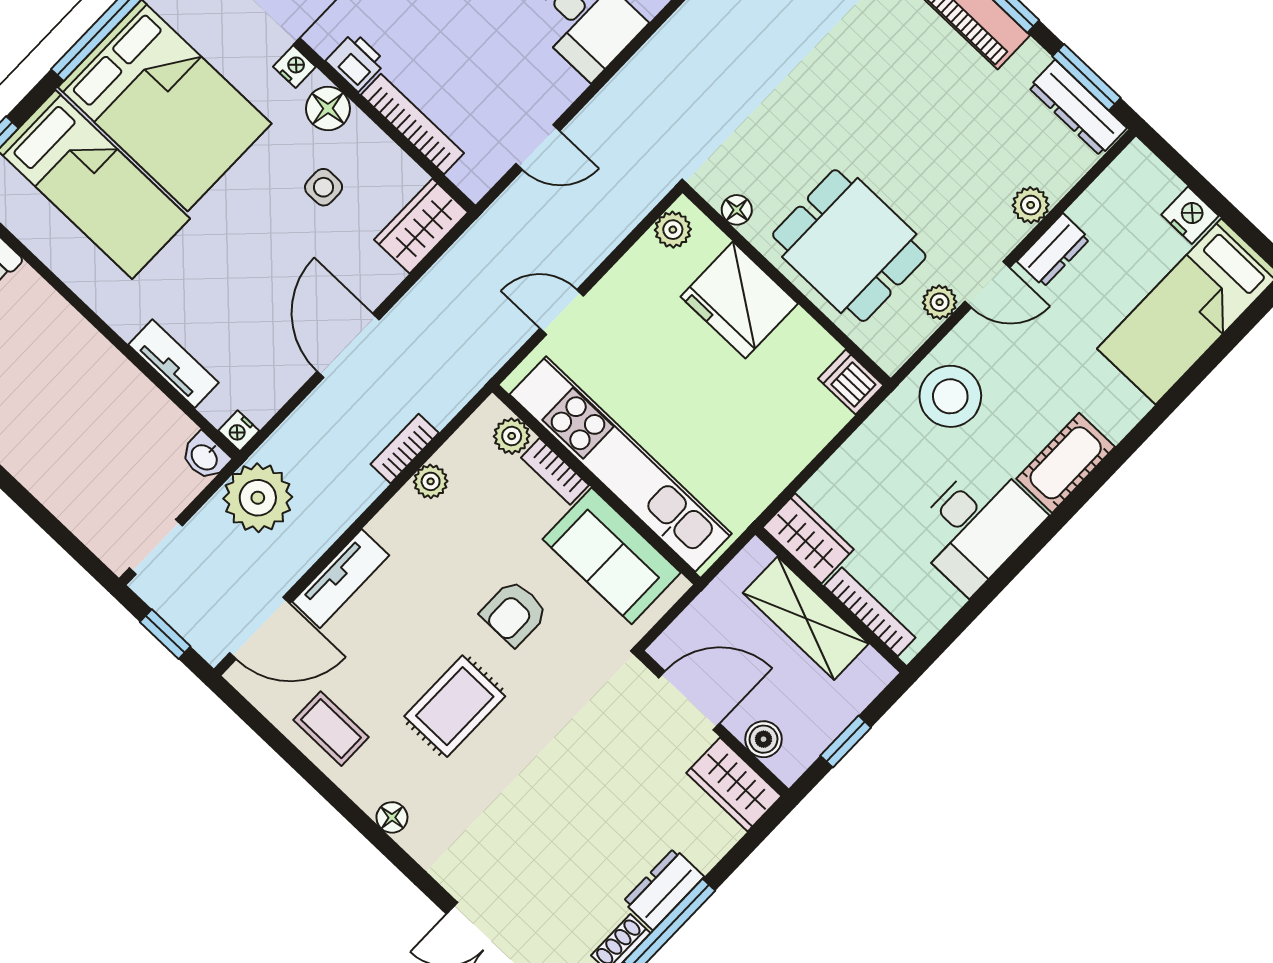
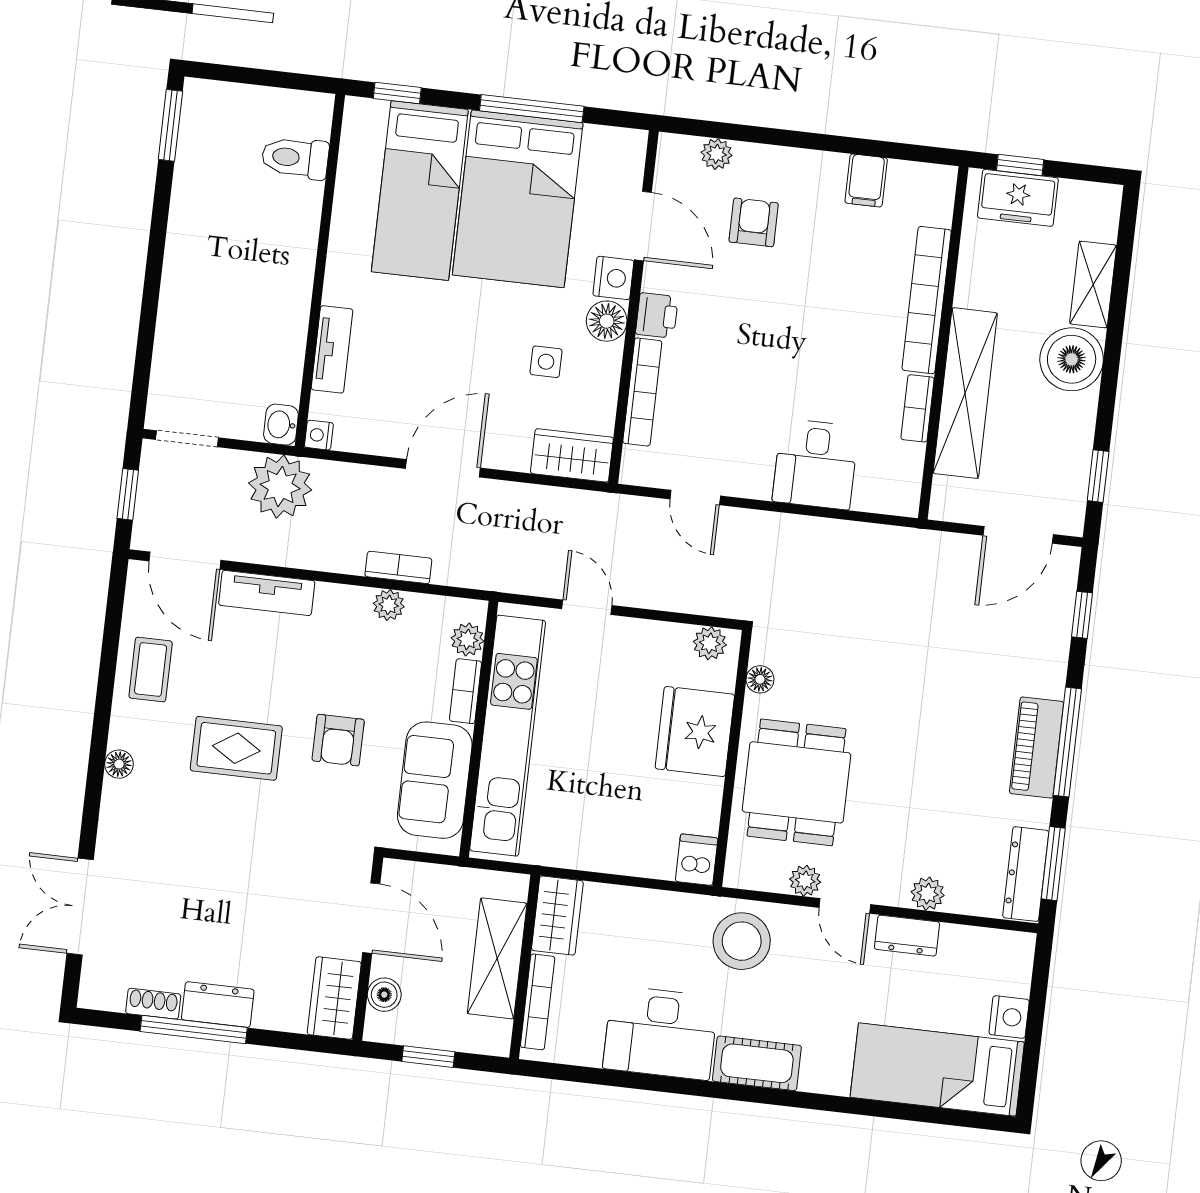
nightstand: (294, 67) -> (613, 278), width x1.39, depth x1.35
armchair: (514, 613) -> (338, 740), turned -90

